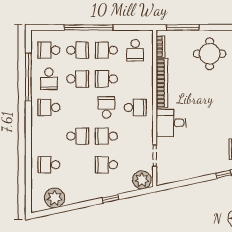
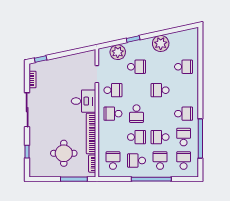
school desk: (49, 50) -> (184, 161), turned -90
school desk: (78, 50) -> (160, 161), turned 90
school desk: (106, 50) -> (136, 161), turned 180
round table: (210, 54) -> (64, 153), moved
school desk: (106, 136) -> (113, 90), moved
plant: (142, 180) -> (118, 52), moved
plant: (55, 198) -> (161, 44), moved

